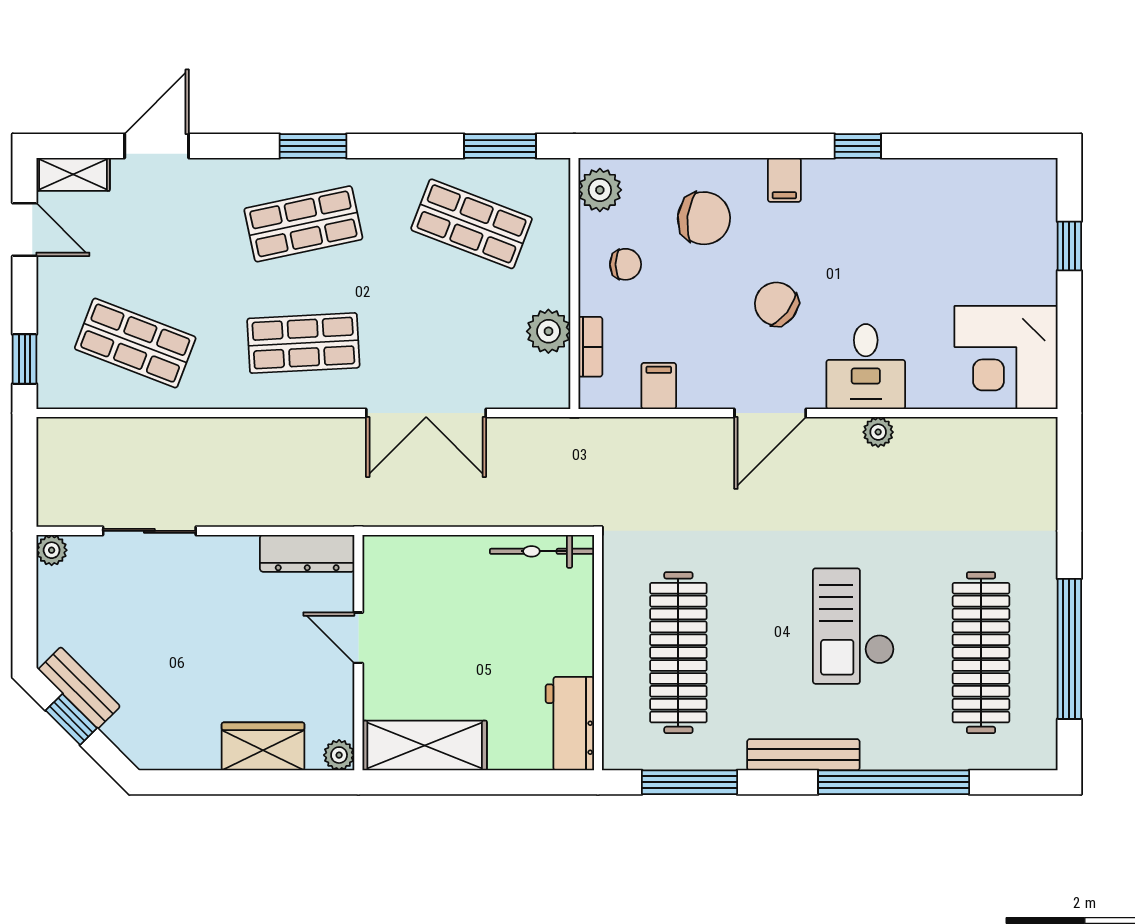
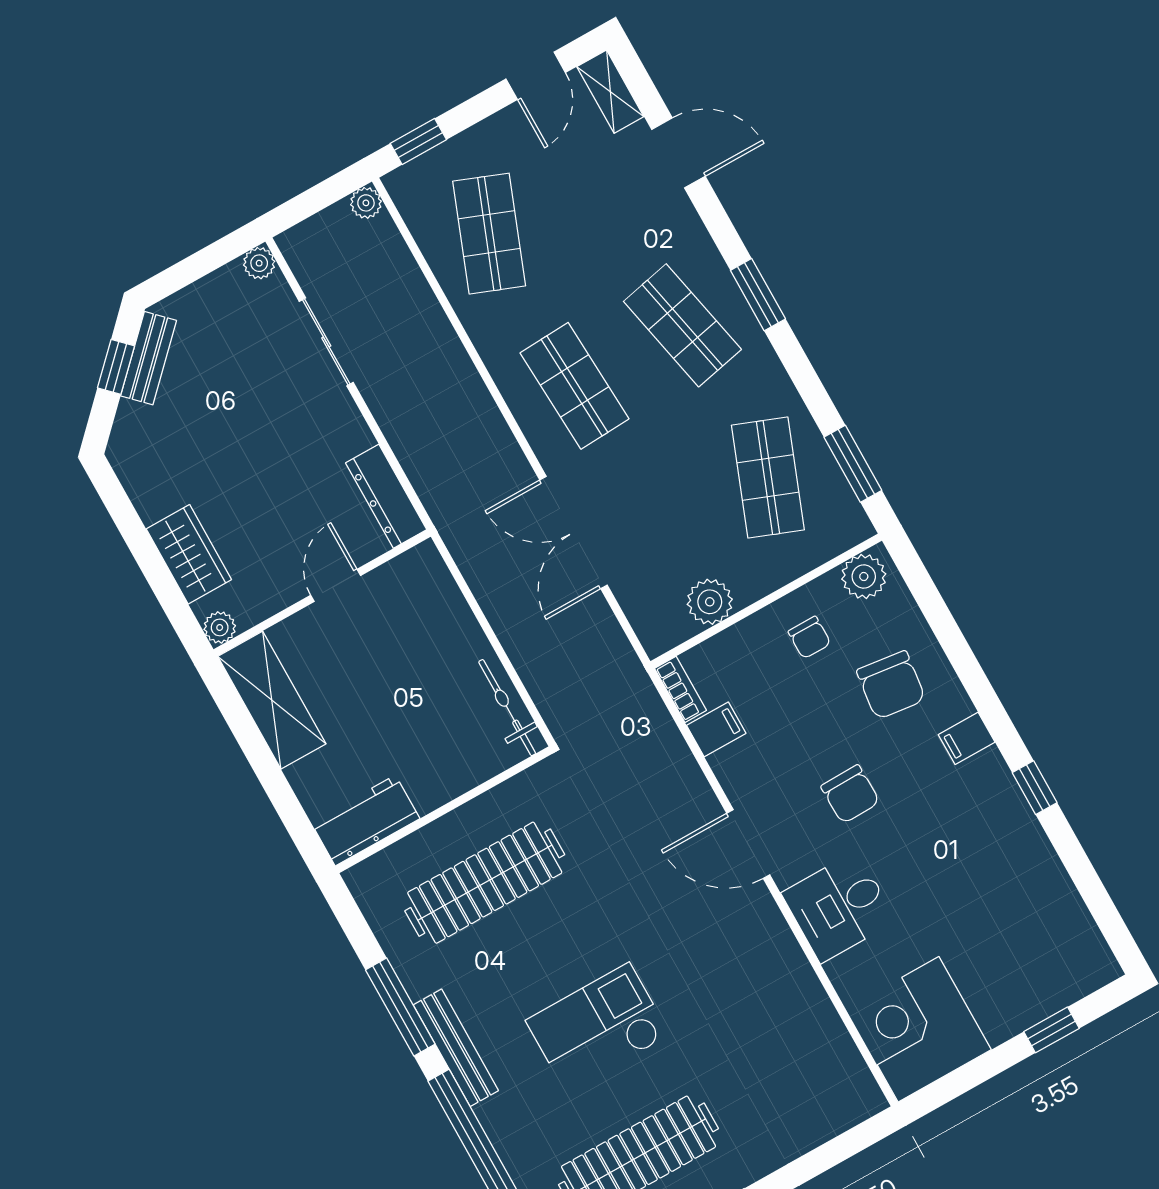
chair: (776, 304) -> (850, 794), turned 141
bookcase: (590, 347) -> (680, 689), moved, turned -90
plant: (878, 432) -> (366, 203), moved
window: (689, 782) -> (400, 1007), moved

